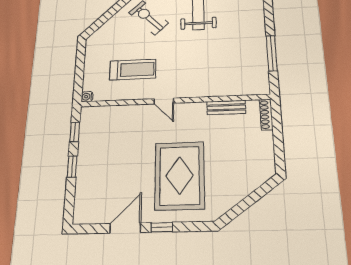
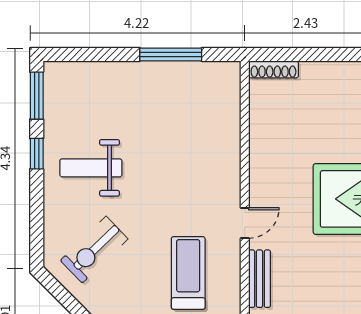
bench: (226, 107) -> (259, 279), moved

